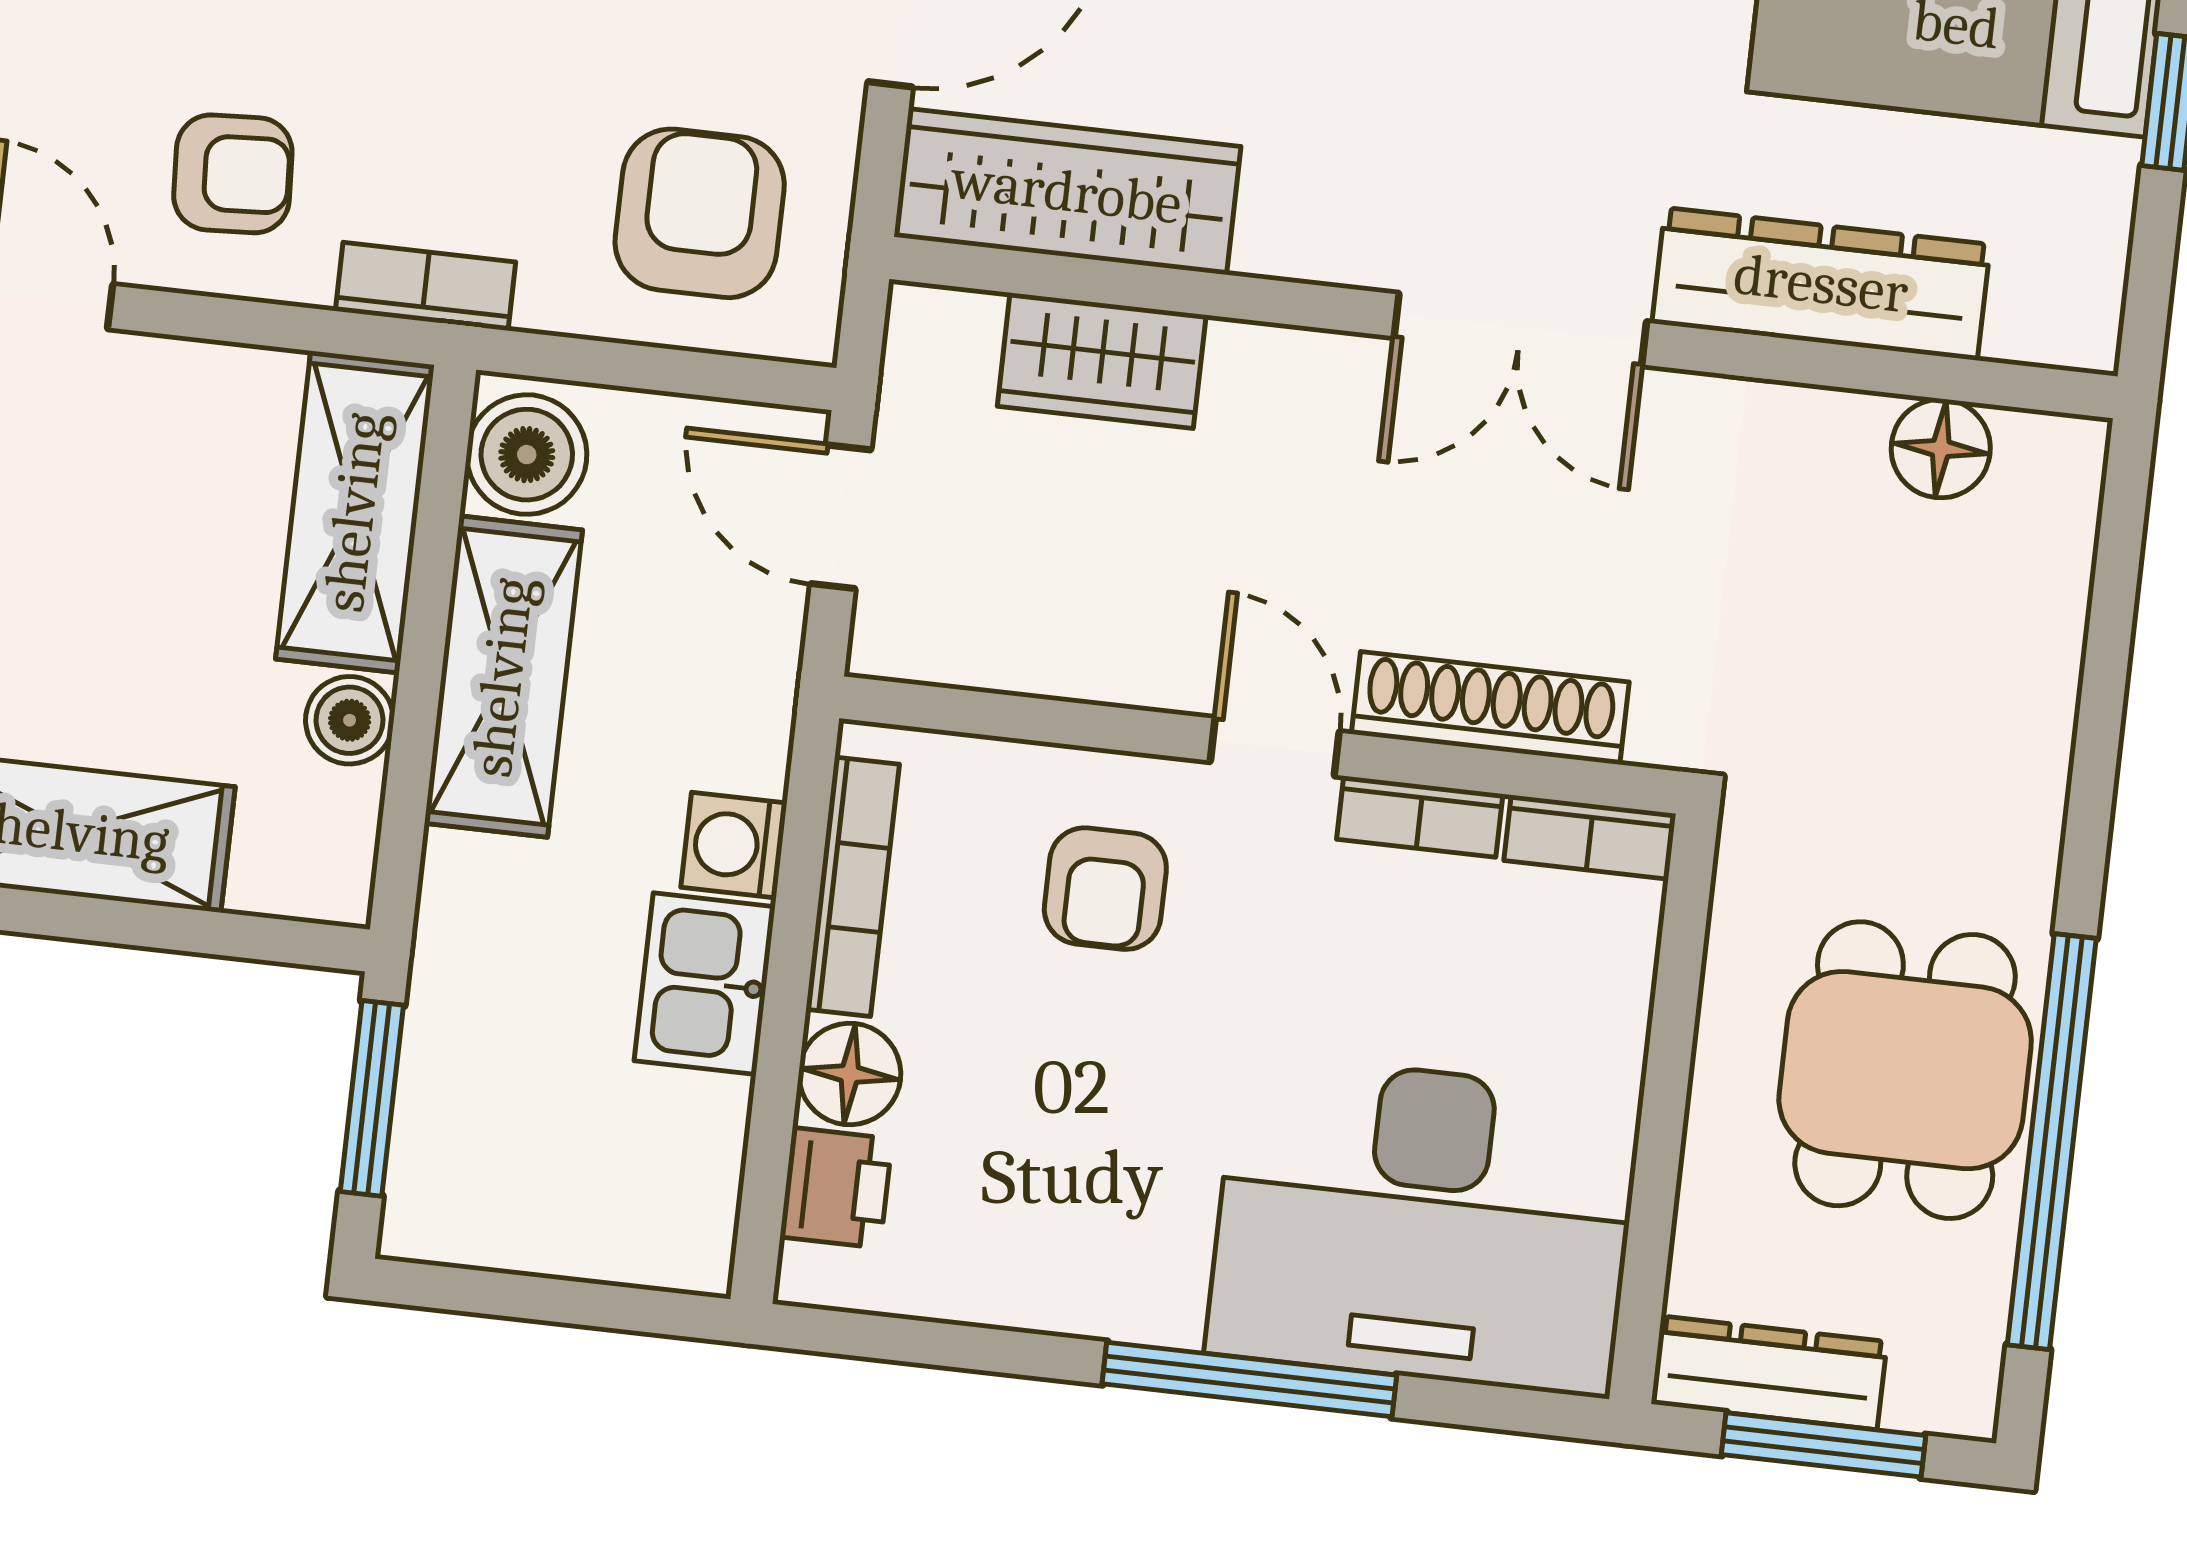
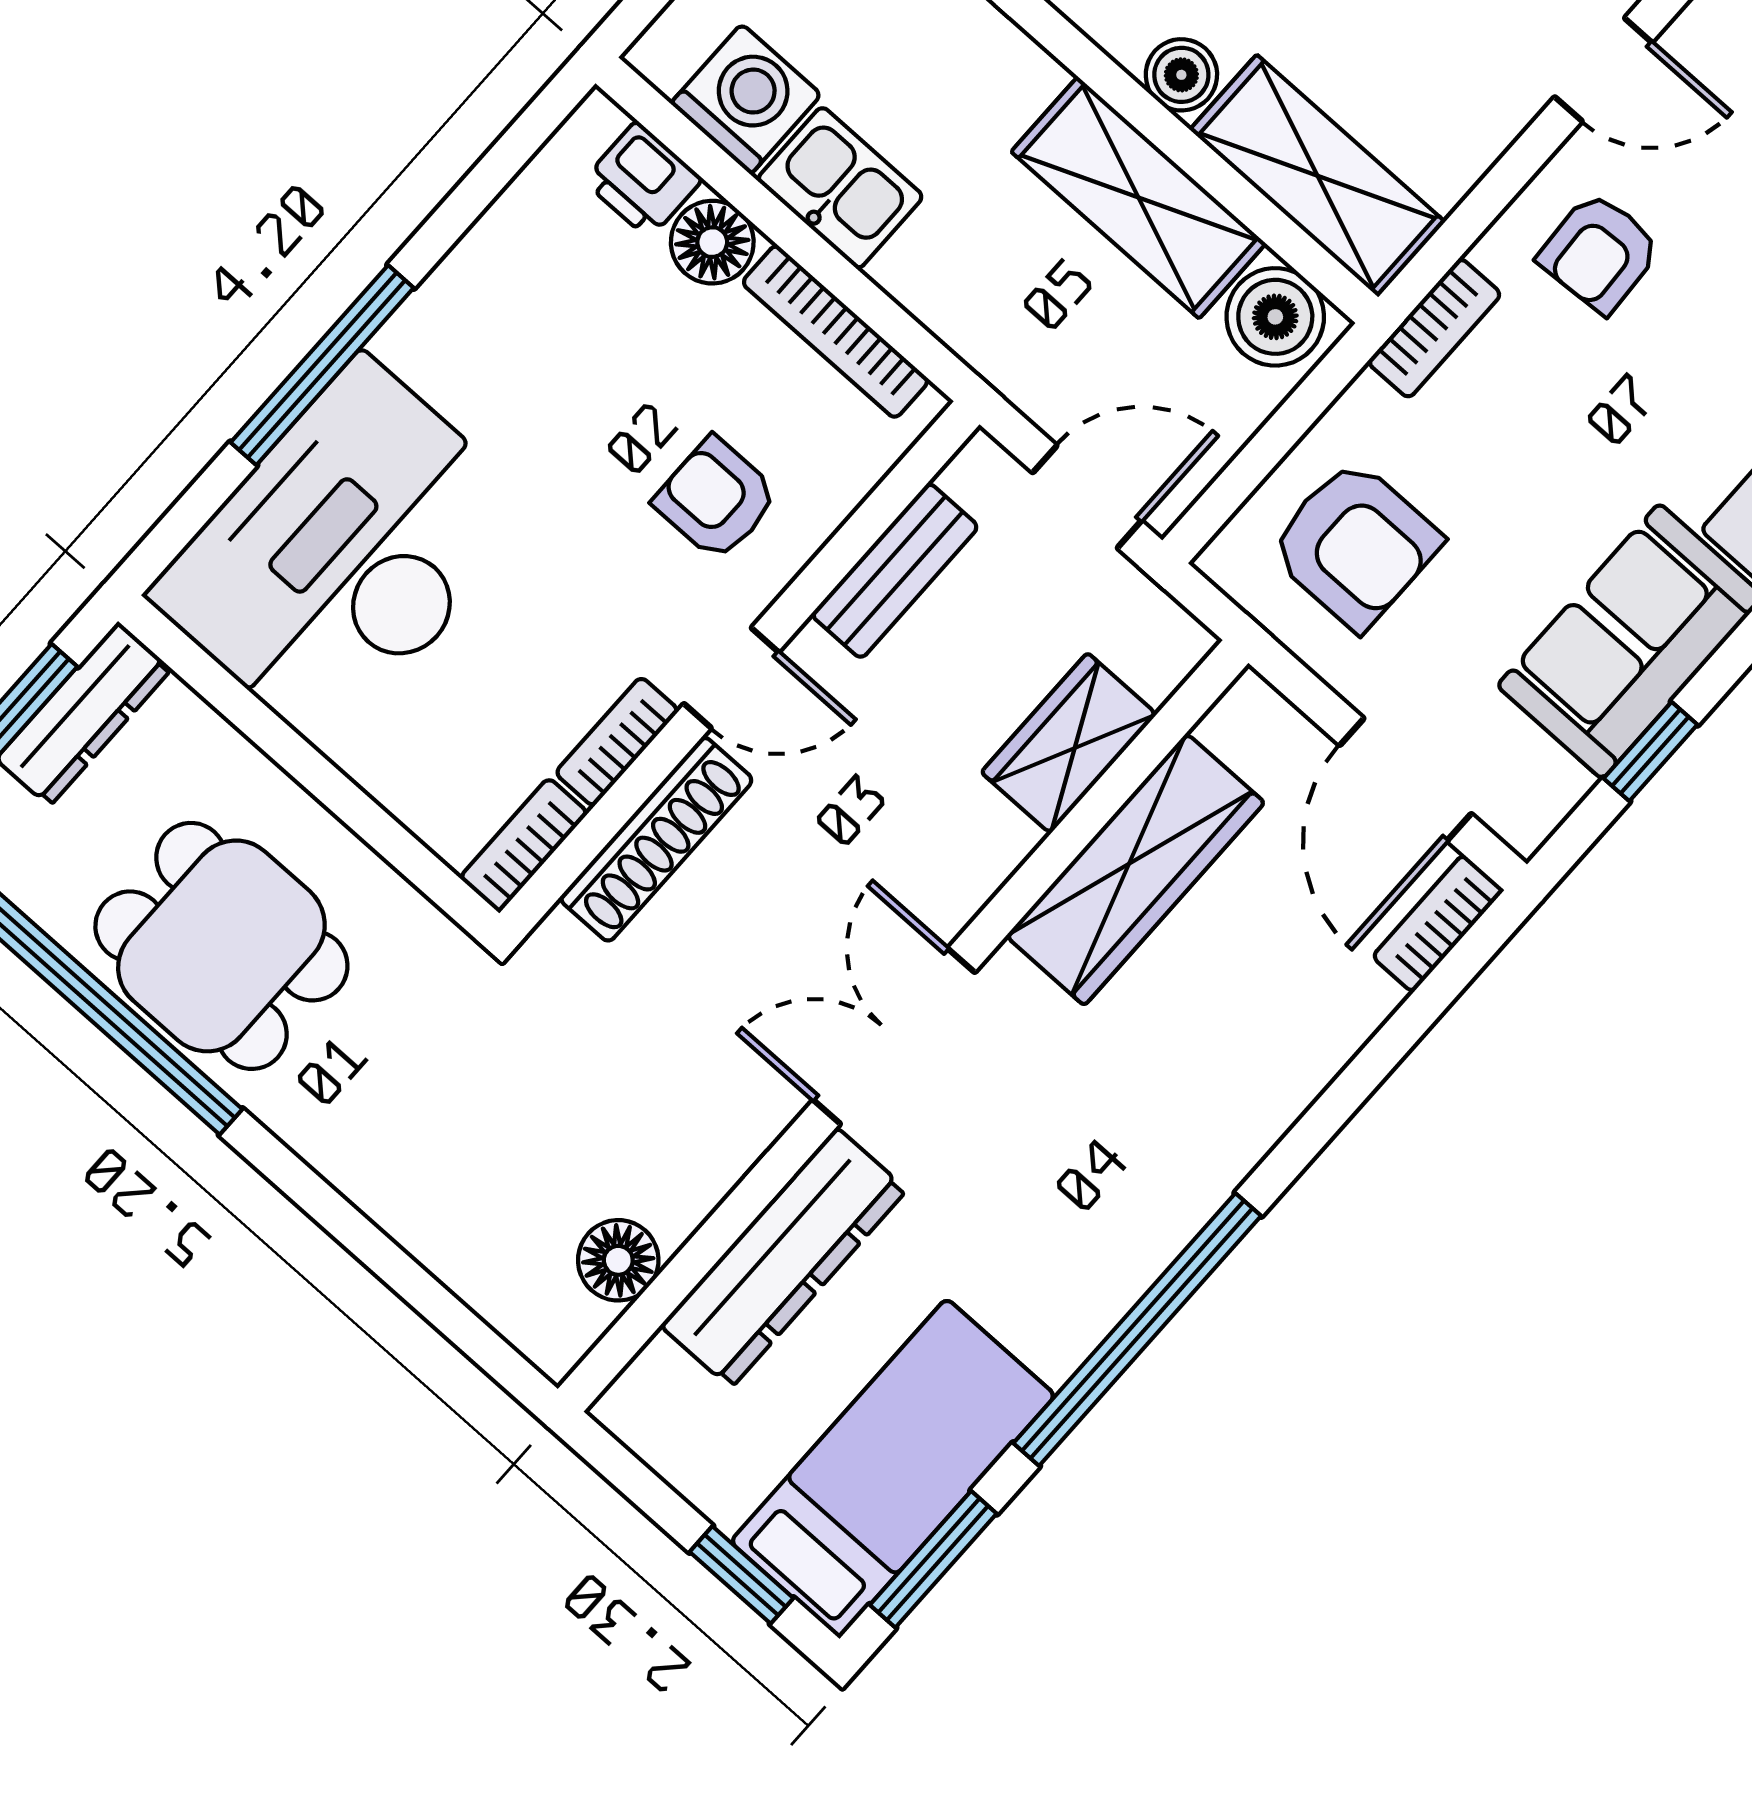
wardrobe: (1067, 192) -> (1135, 869), moved
bench: (1051, 658) -> (895, 571), added
washing machine: (734, 845) -> (746, 99), moved, width x1.38, depth x1.38

